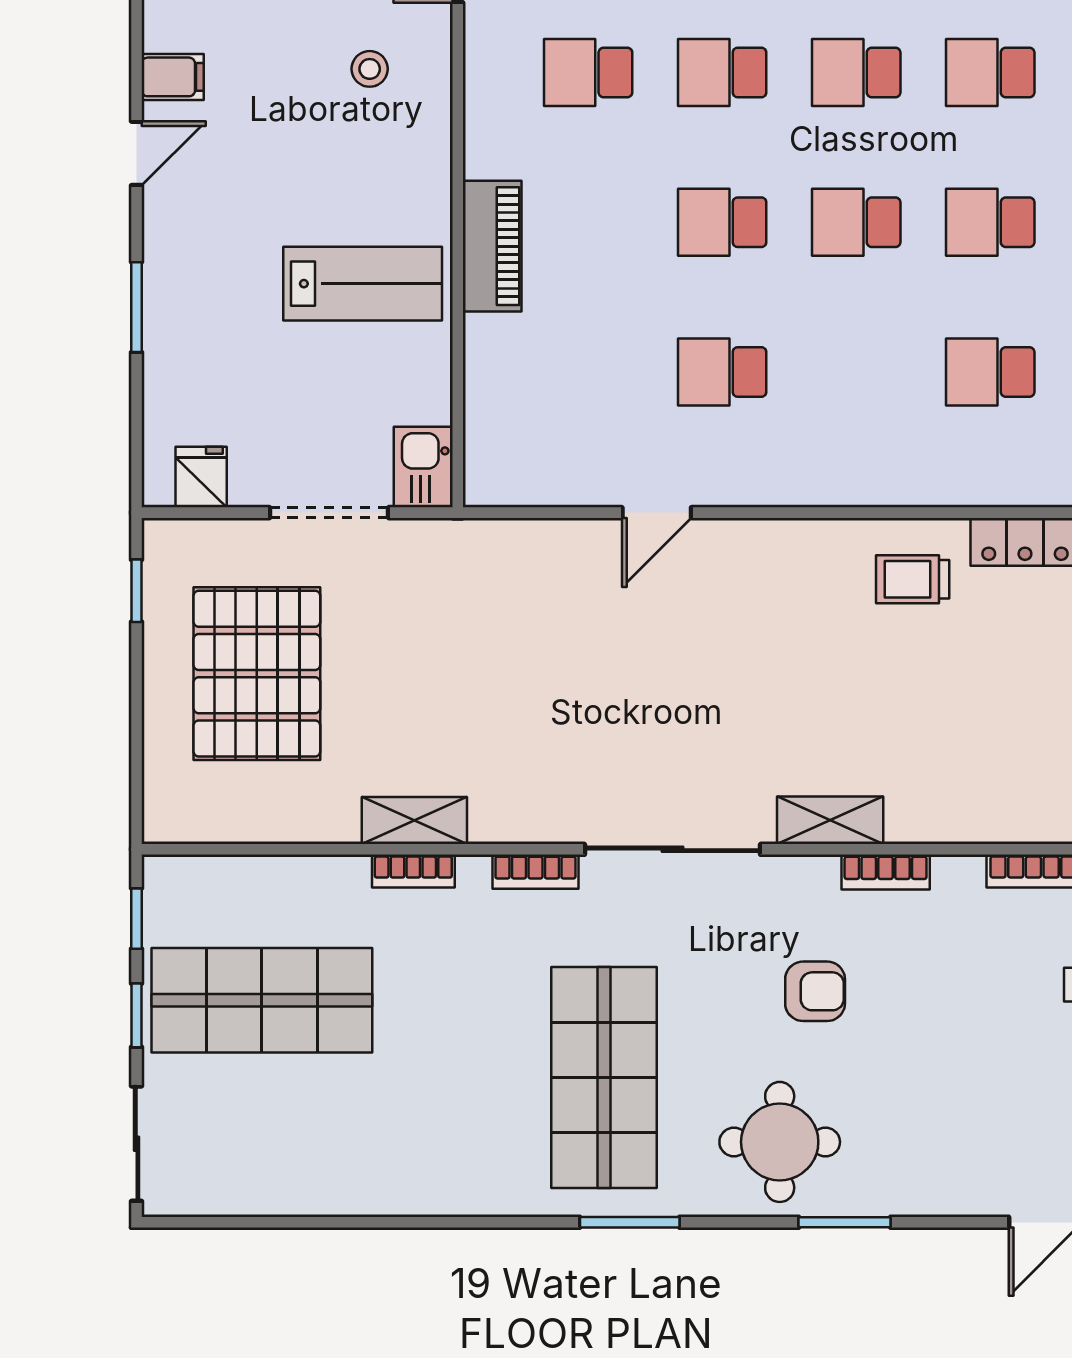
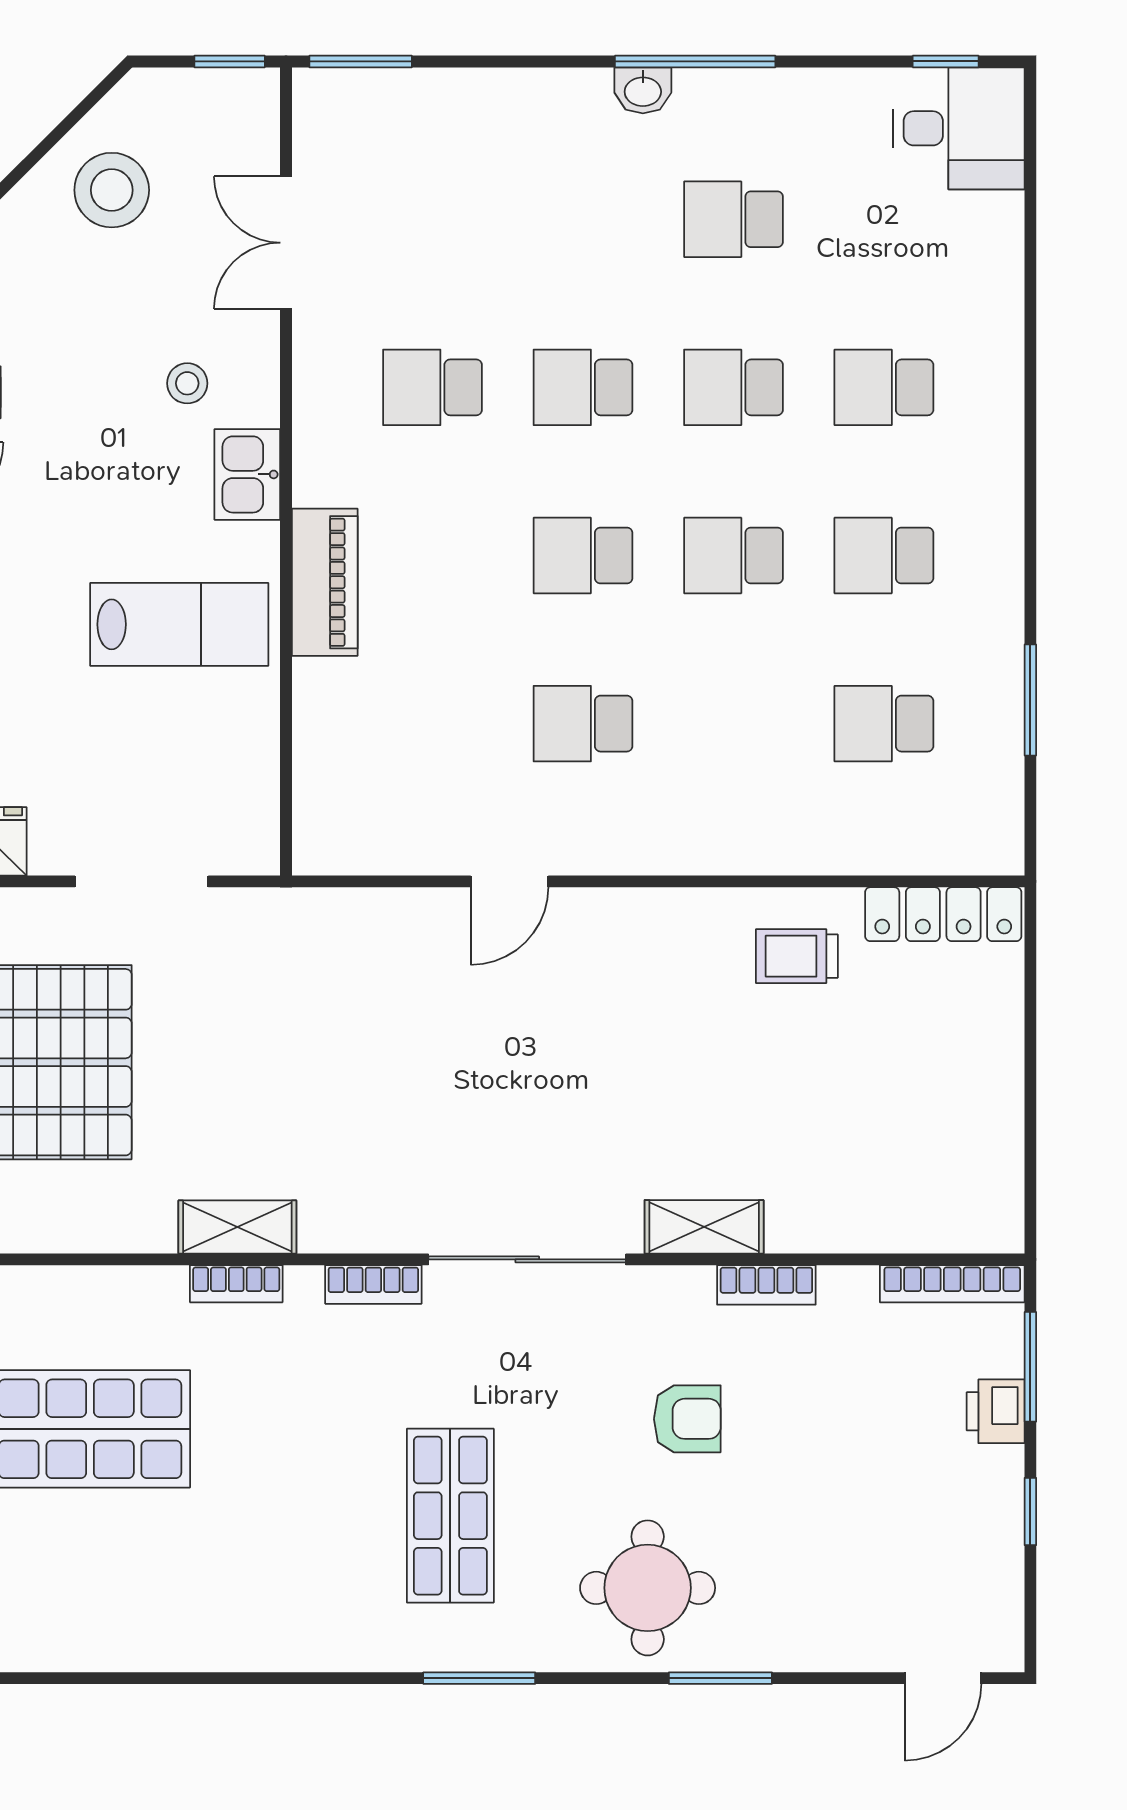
kitchen sink: (423, 467) -> (247, 474), moved
shop shelf: (604, 1078) -> (450, 1516), width x0.70, depth x0.74

